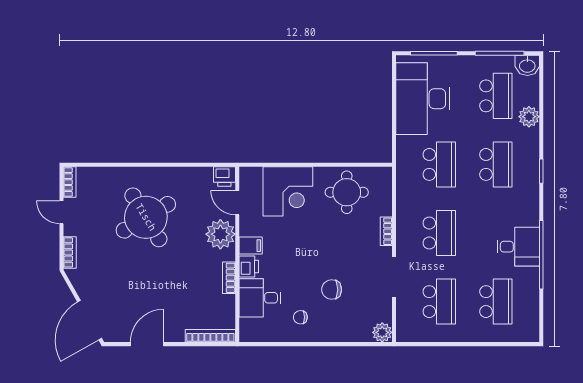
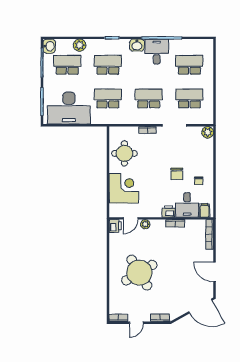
washbasin: (529, 213) -> (137, 45), added
plant: (220, 234) -> (145, 224), width x0.53, depth x0.53
filing cabinet: (251, 246) -> (205, 210), moved
chair: (332, 290) -> (177, 174), moved

